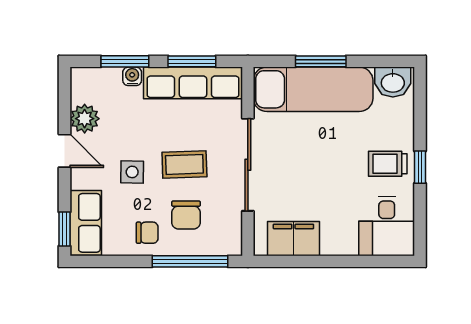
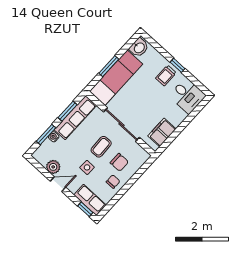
window: (190, 261) -> (137, 176), removed

